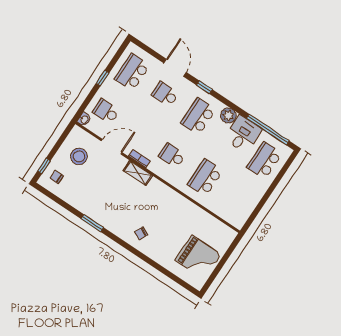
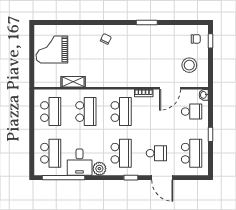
school desk: (172, 156) -> (121, 112), width x1.85
shelving: (138, 173) -> (73, 82), moved
school desk: (238, 200) -> (51, 112), added

